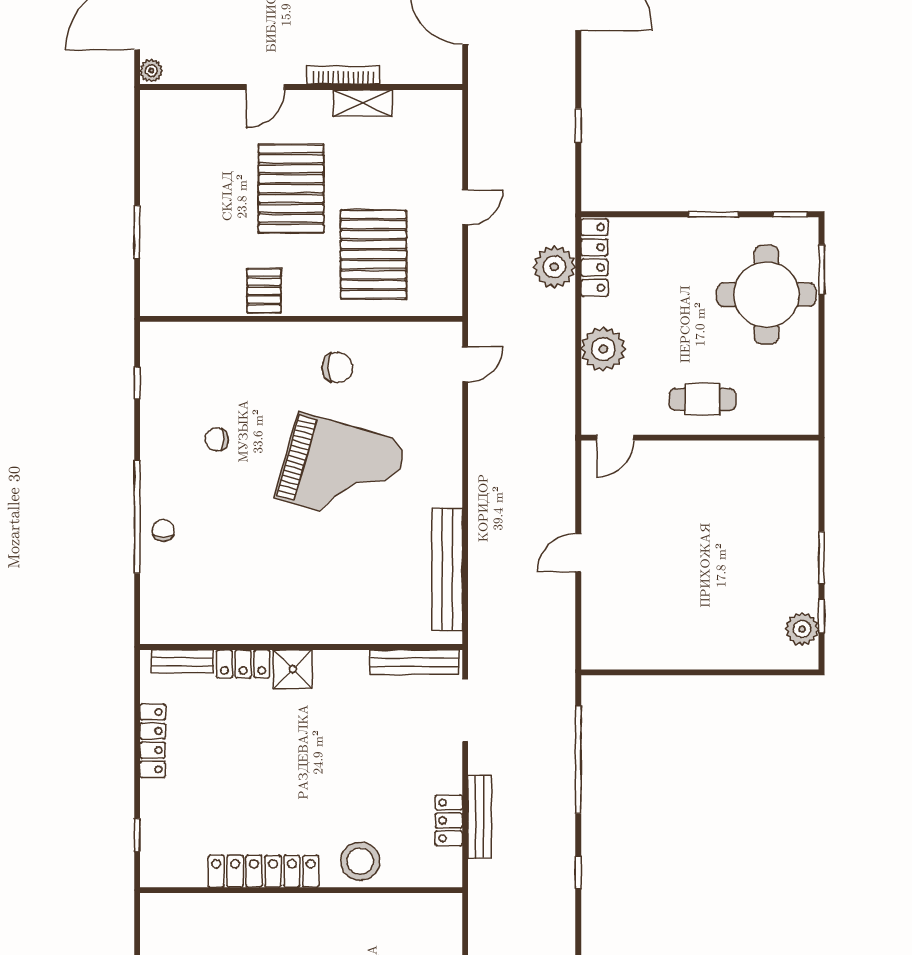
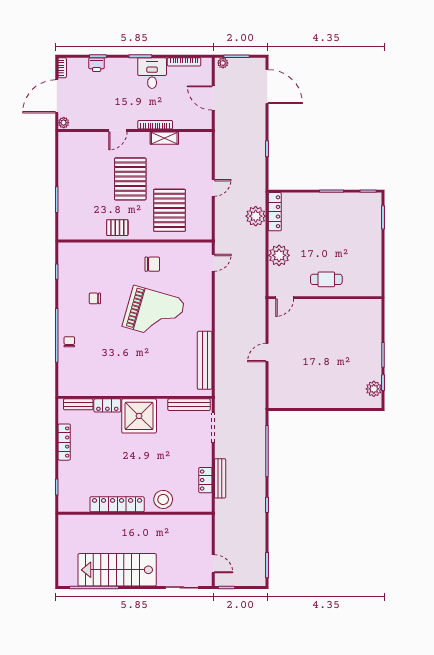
pallet: (264, 291) -> (117, 228), turned 90
round table: (766, 295) -> (357, 229), removed
shower: (293, 669) -> (139, 416), width x1.86, depth x1.86

